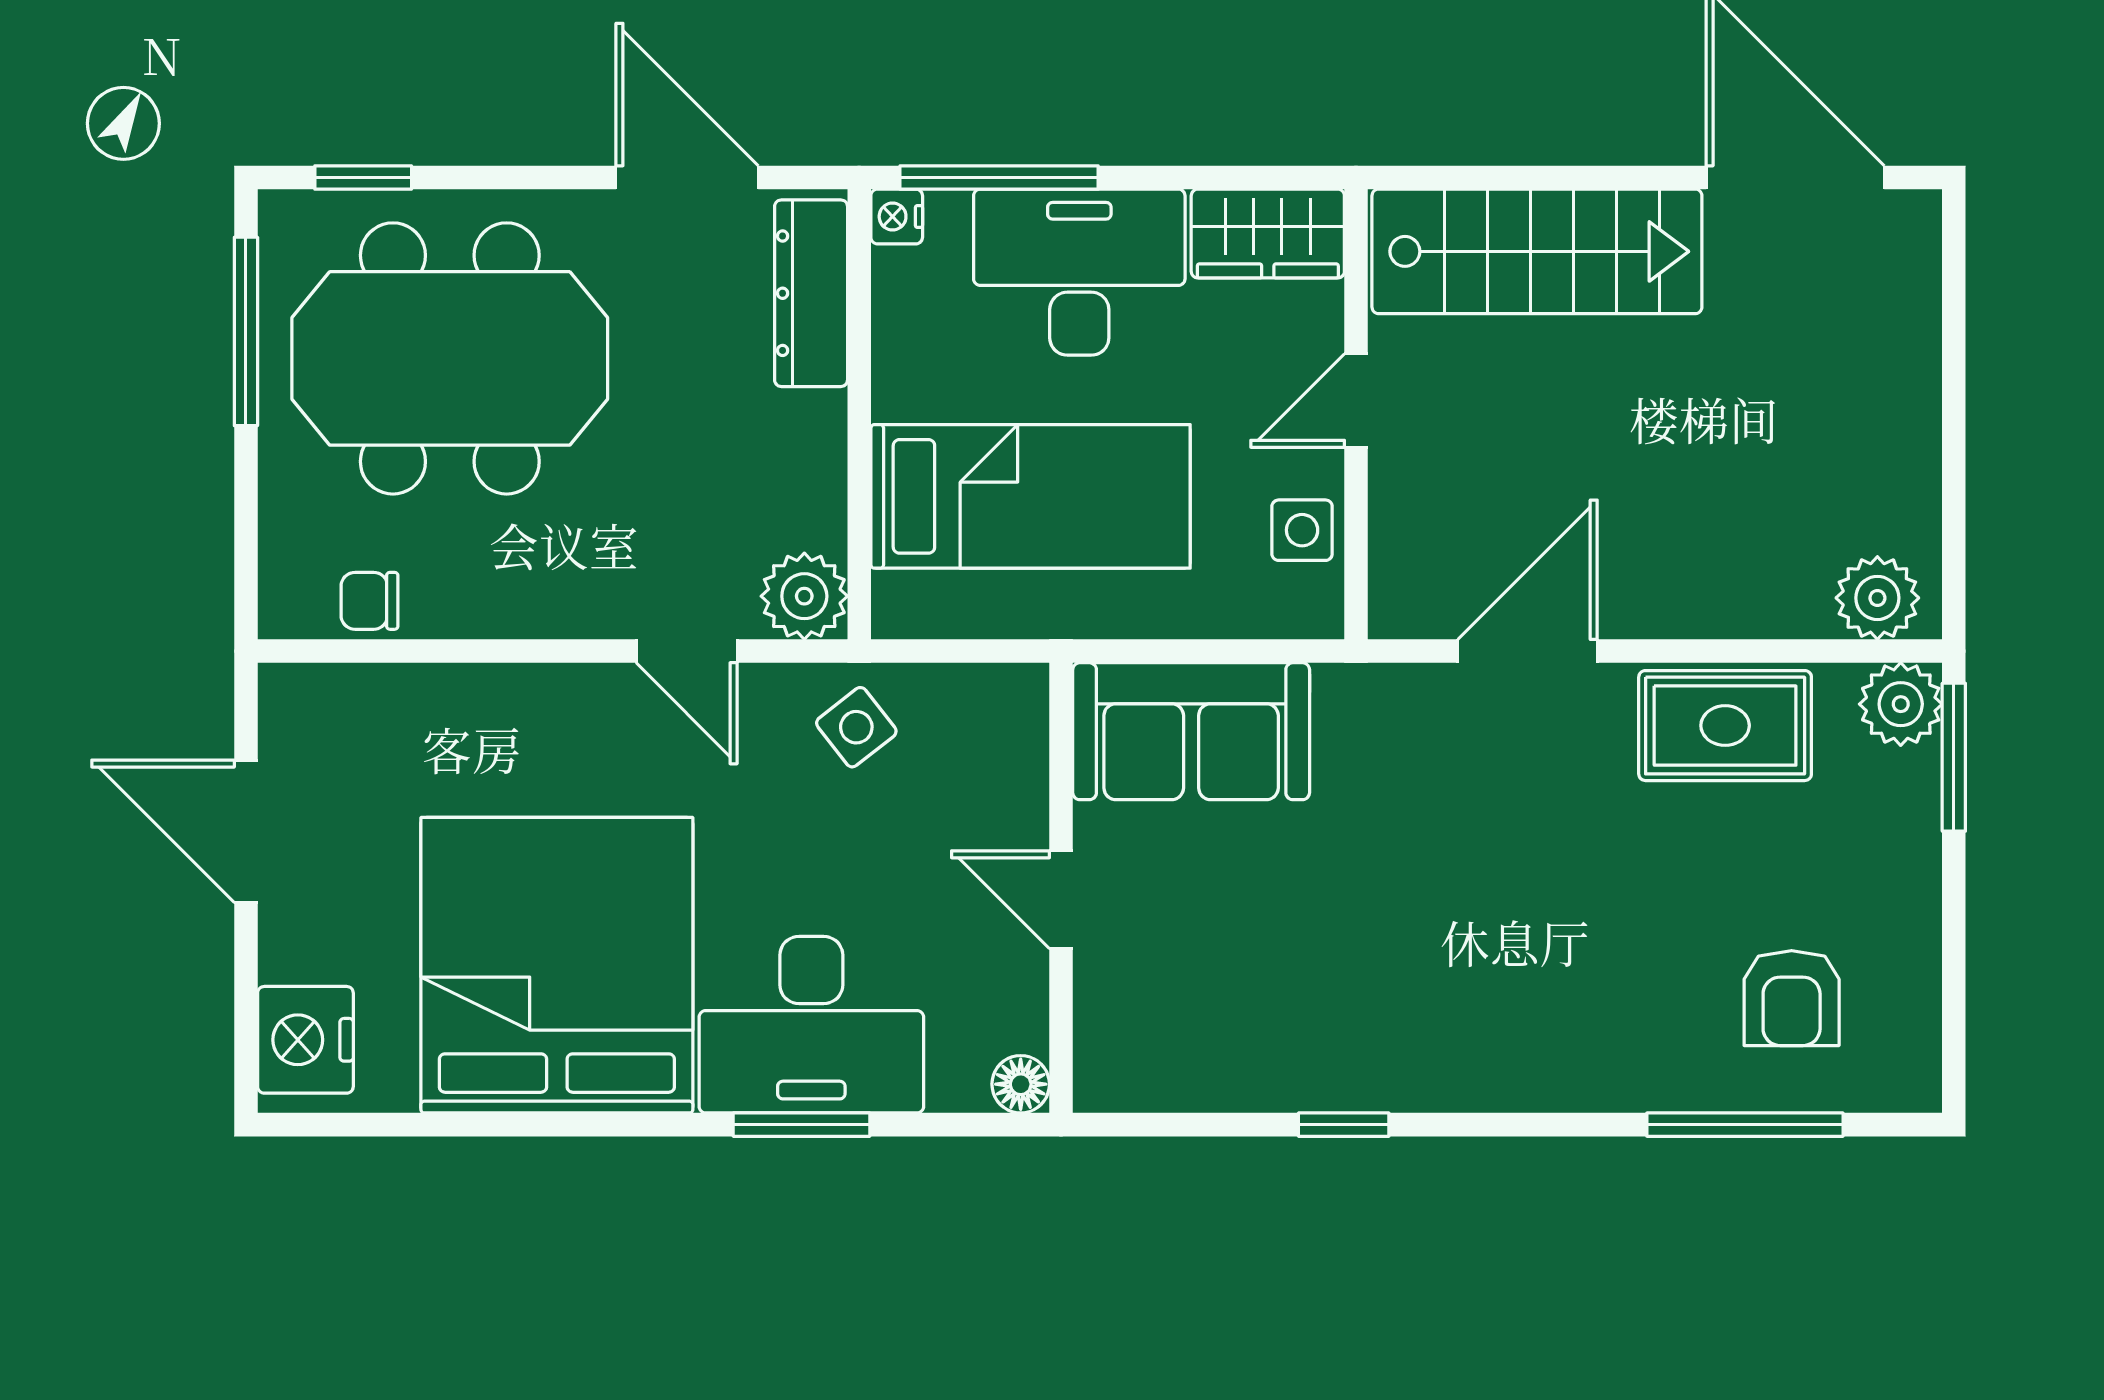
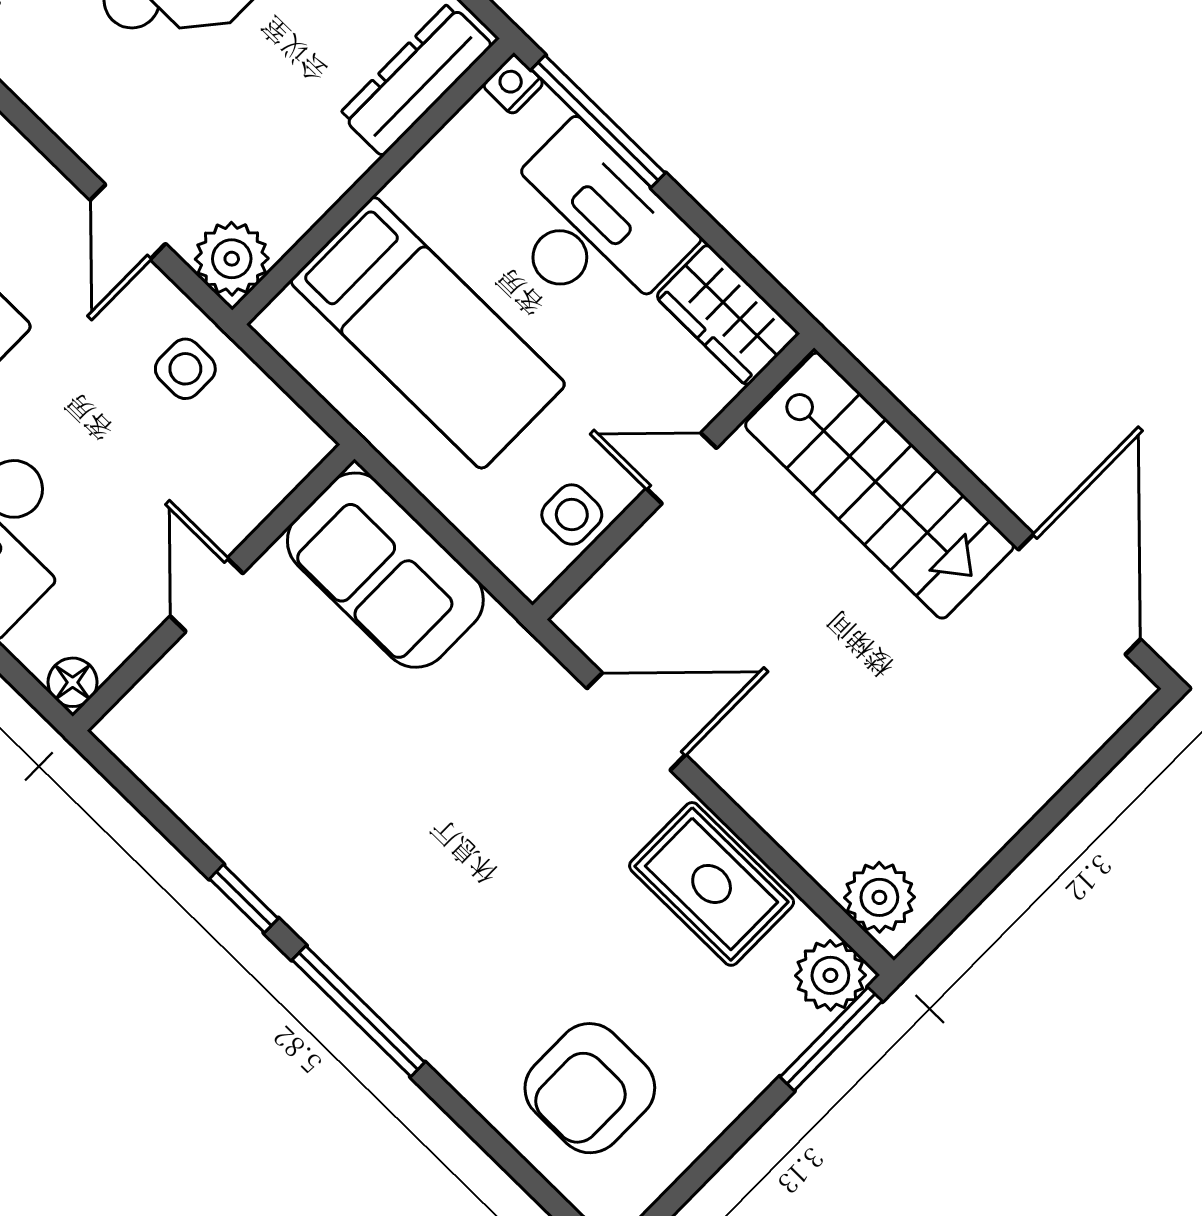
side table: (856, 727) -> (185, 369), turned 38
armchair: (1792, 998) -> (590, 1088), width x1.38, depth x1.38
window: (1745, 1125) -> (358, 1011), moved

